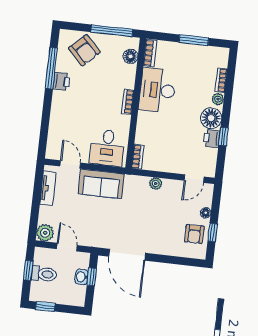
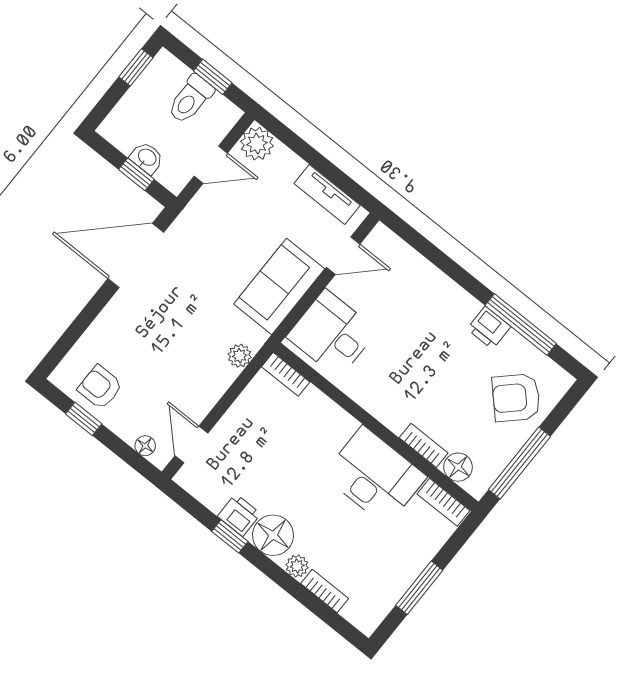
bookcase: (128, 102) -> (424, 445), moved
plant: (156, 184) -> (240, 356), moved
floor lamp: (206, 213) -> (145, 446), moved

